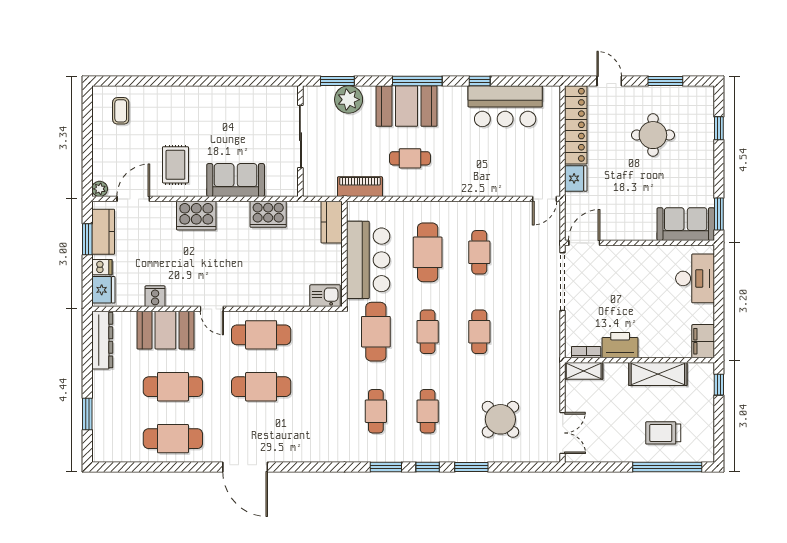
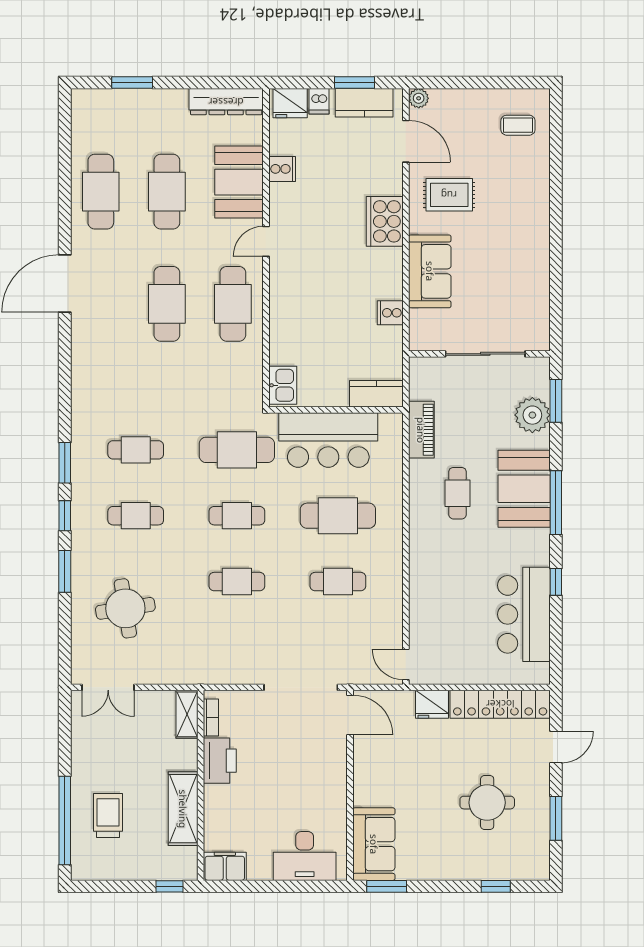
cooker: (268, 214) -> (390, 313), width x0.53, depth x0.76
round table: (500, 419) -> (125, 608), turned 36

